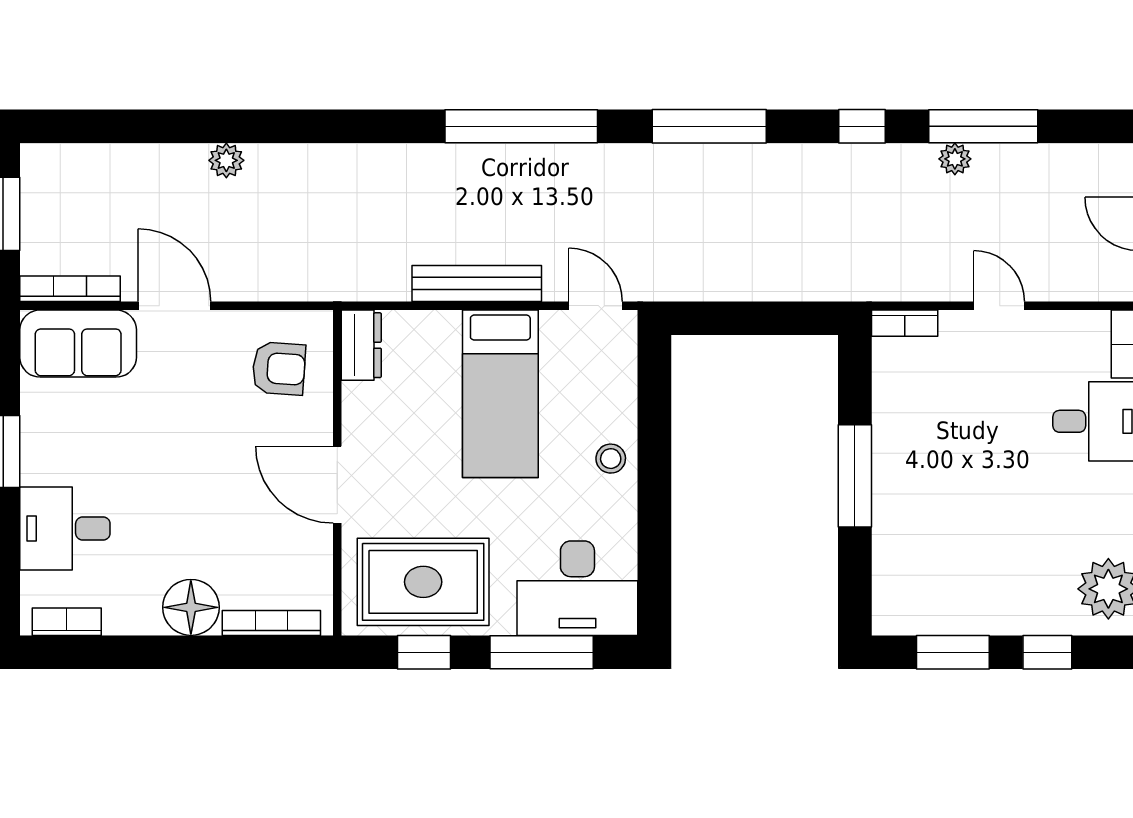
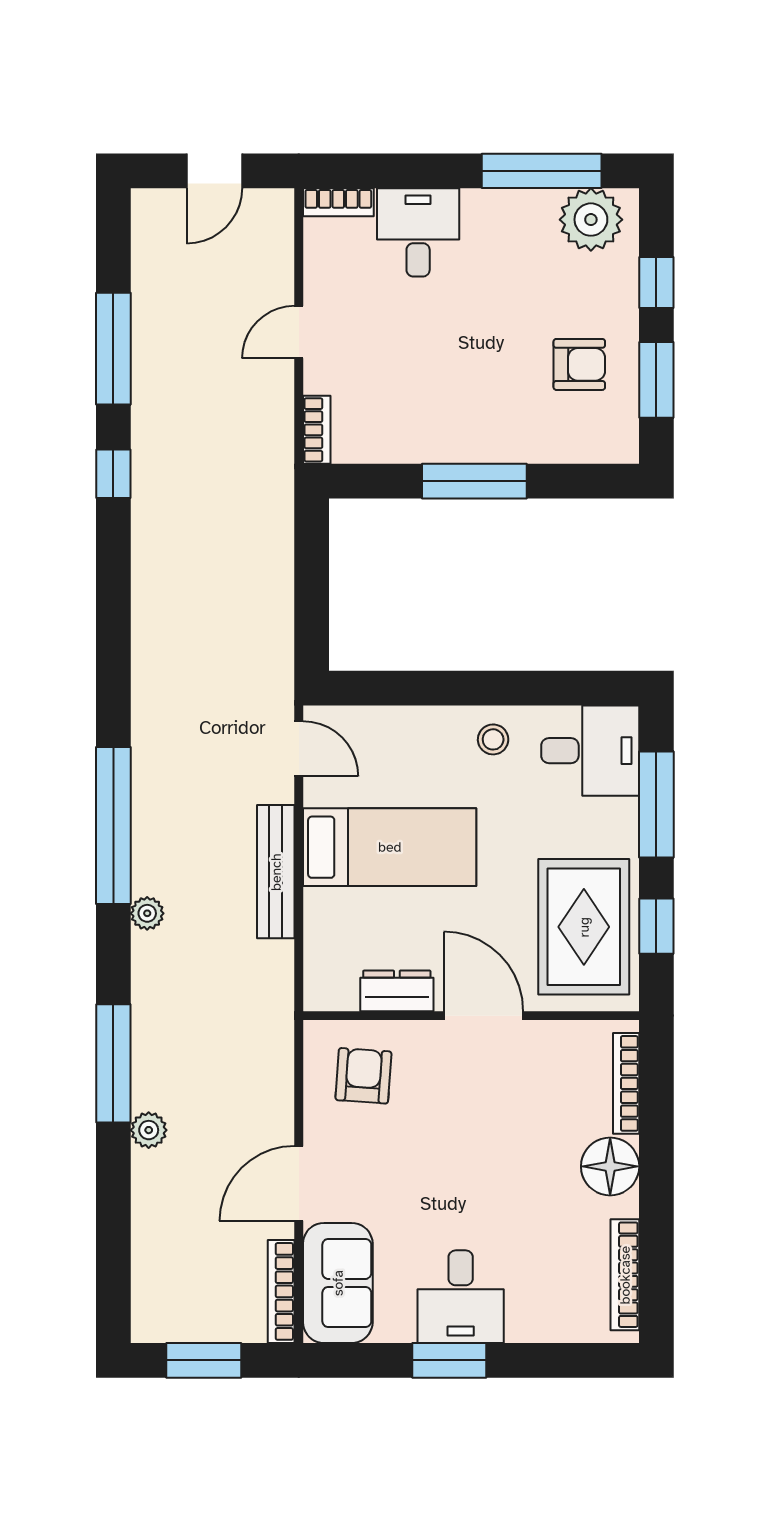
window: (709, 126) -> (113, 1063), moved
plant: (955, 159) -> (147, 913), moved
door: (596, 306) -> (299, 749), swing flipped
dresser: (361, 345) -> (397, 991), moved
stool: (611, 459) -> (493, 739), moved
door: (337, 485) -> (483, 1016), swing flipped
desk: (65, 529) -> (461, 1297), moved
armchair: (968, 578) -> (579, 364), added
desk: (577, 588) -> (590, 751), width x0.73
bookcase: (67, 622) -> (625, 1275), width x1.56

